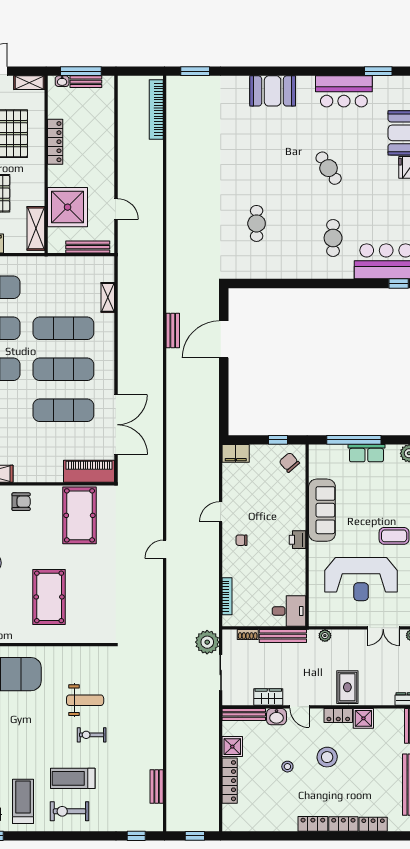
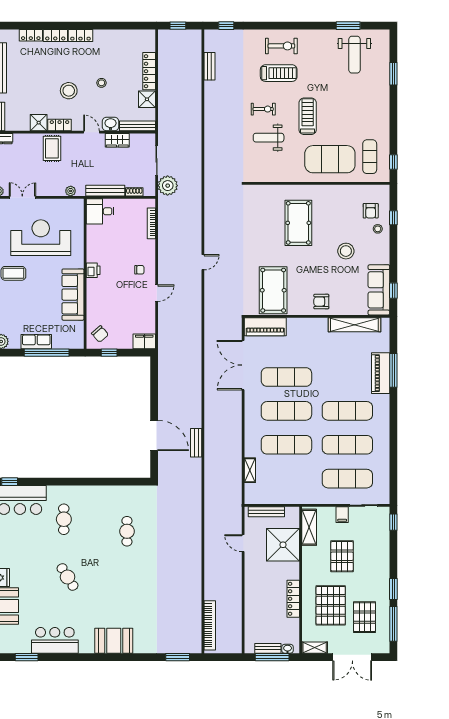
door: (224, 339) -> (154, 435), hinge flipped
treadmill: (23, 801) -> (308, 116), moved, turned 180

